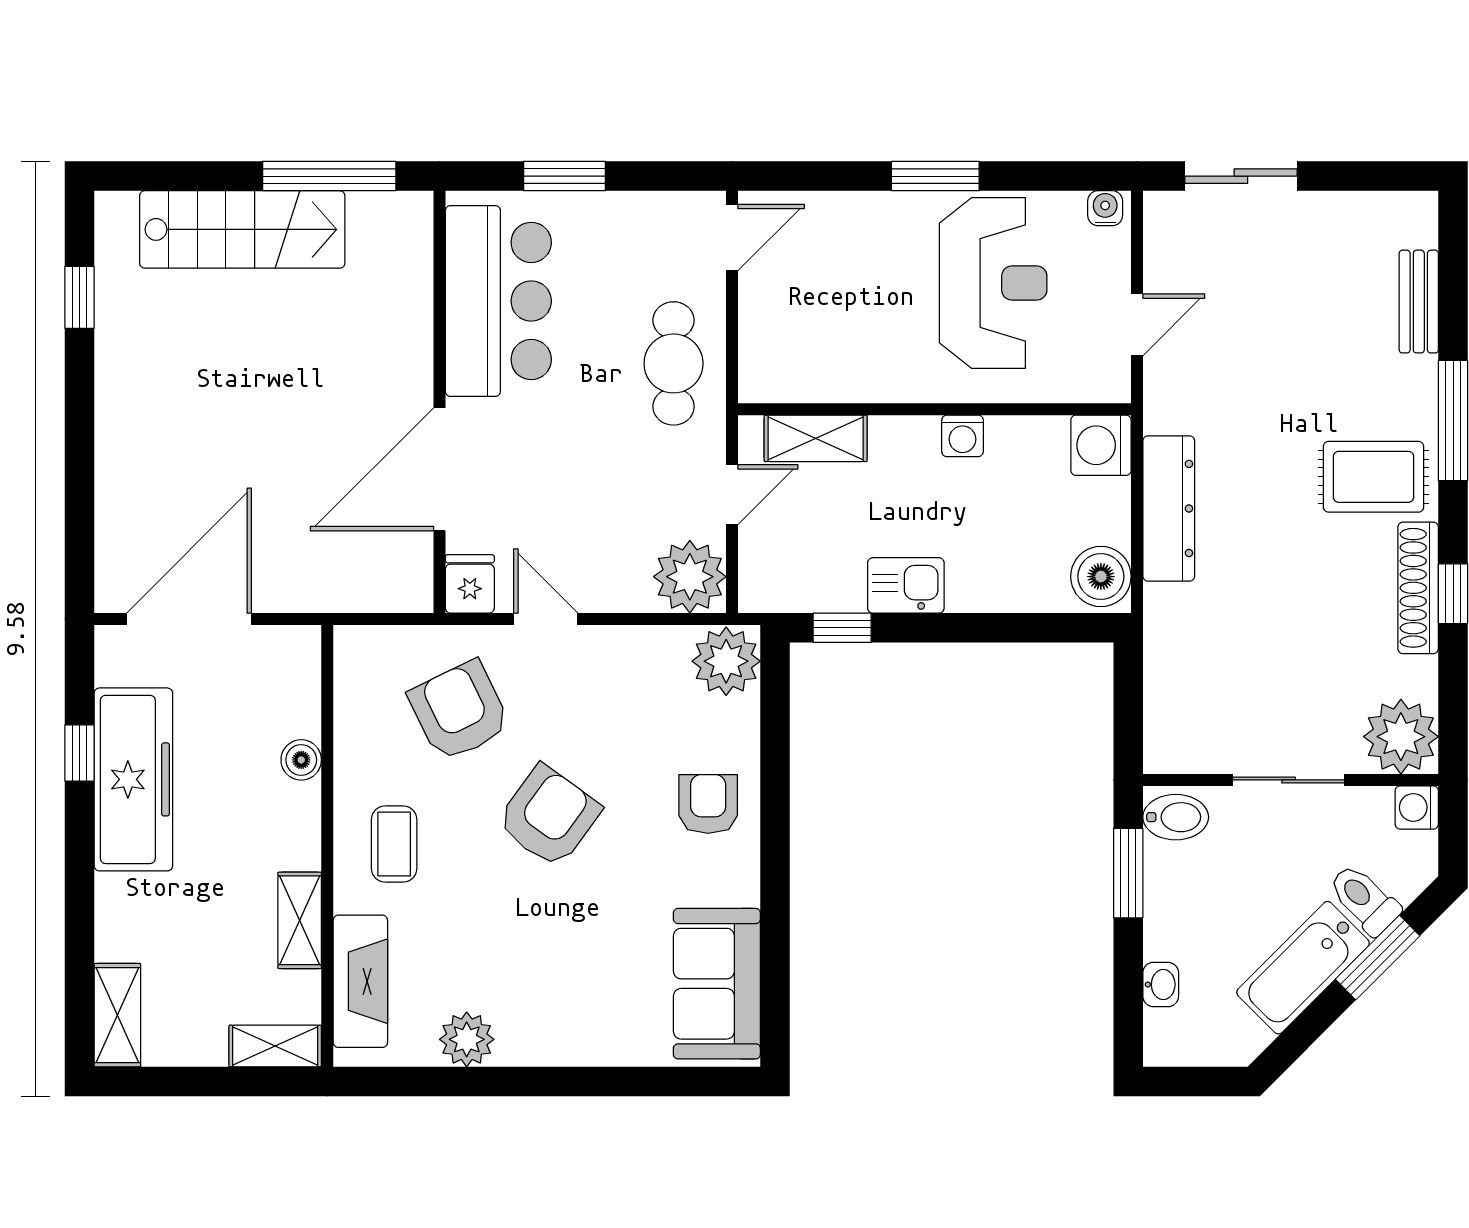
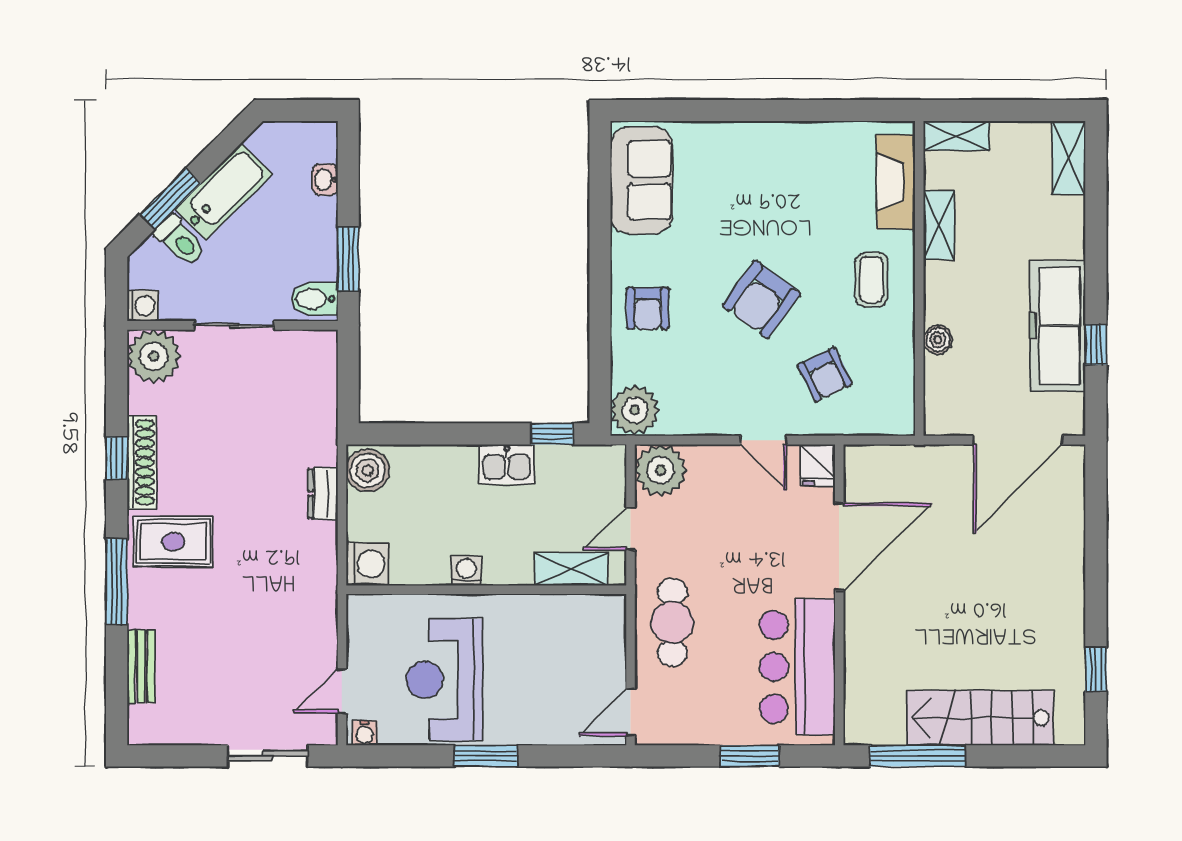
door: (1137, 325) -> (342, 691), moved
dresser: (1169, 508) -> (323, 494), width x0.51, depth x0.80
armchair: (459, 711) -> (825, 375), width x0.72, depth x0.72
plant: (467, 1039) -> (820, 140), removed

